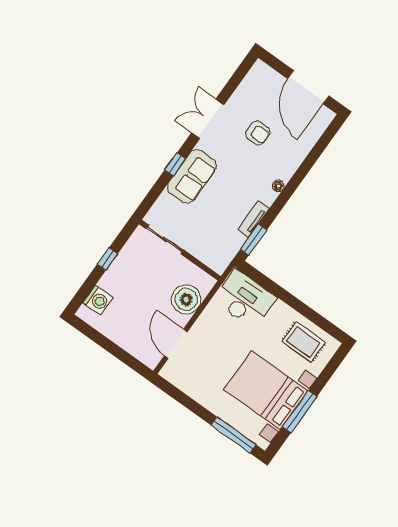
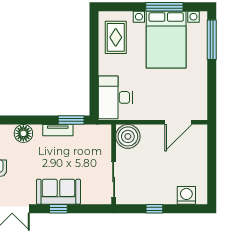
floor lamp: (278, 186) -> (23, 133), width x1.89, depth x1.89
boiler: (186, 299) -> (128, 136), moved

